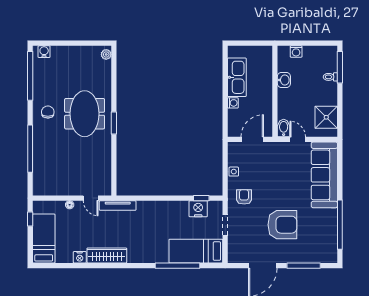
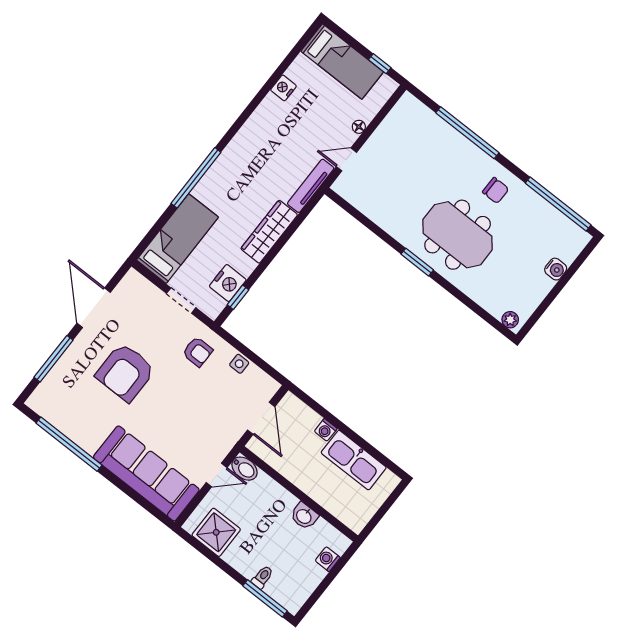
water cooler: (44, 52) -> (556, 269), moved
wardrobe: (107, 255) -> (269, 232), moved, turned 180
window: (178, 266) -> (196, 178), moved

